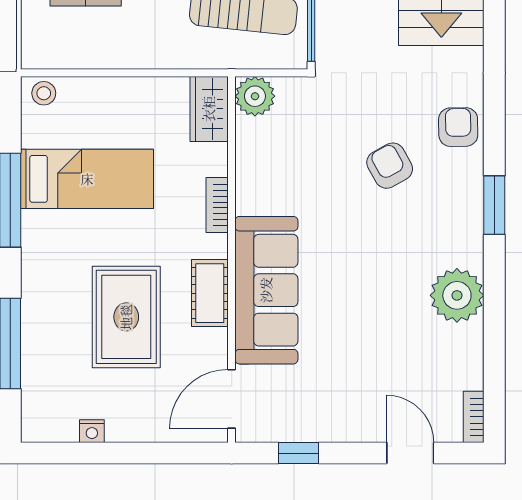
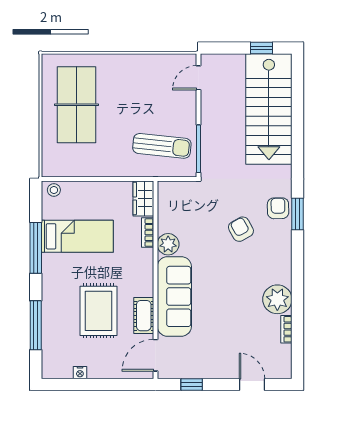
plant: (255, 96) -> (168, 244), moved
bookcase: (217, 205) -> (148, 233), moved
window: (494, 205) -> (298, 214), moved
cot: (210, 293) -> (144, 316), moved
bookcase: (474, 417) -> (286, 329), moved

